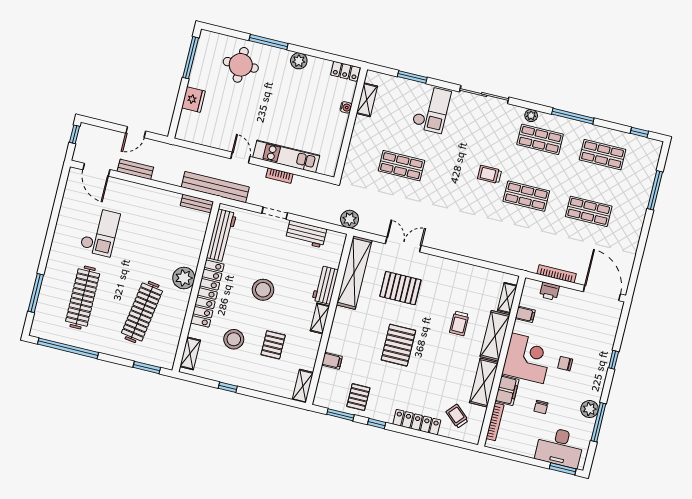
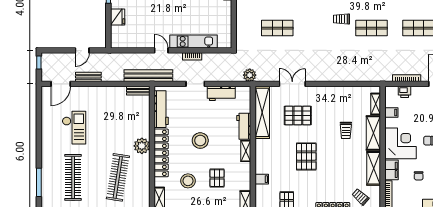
door: (96, 170) -> (61, 84), hinge flipped

